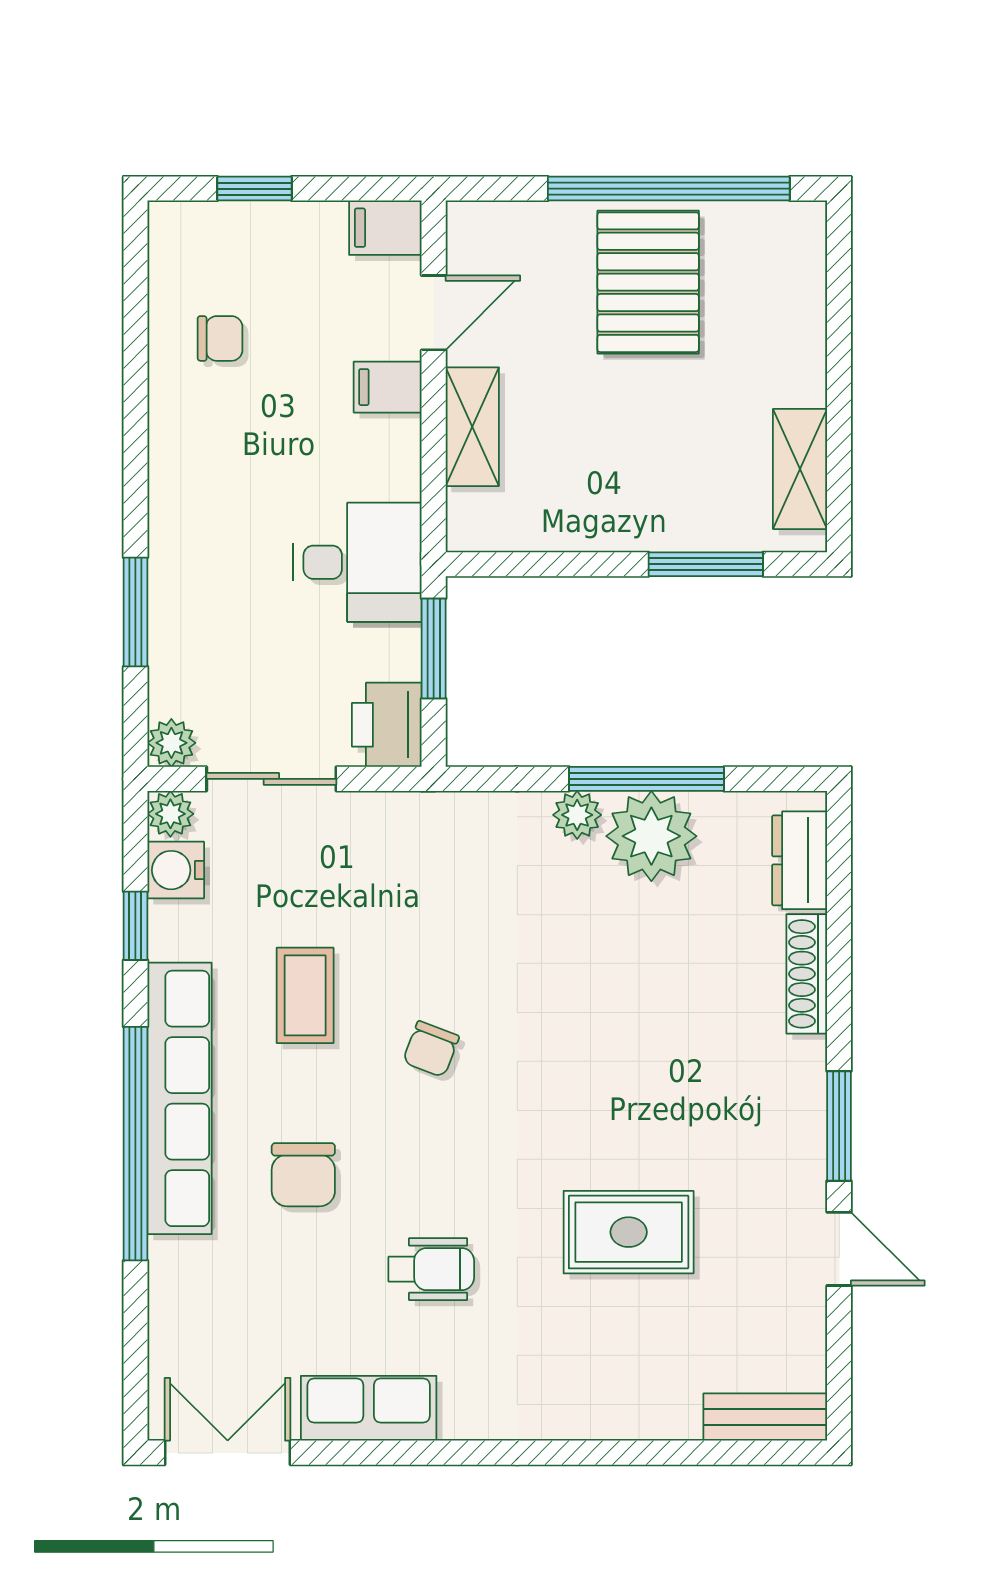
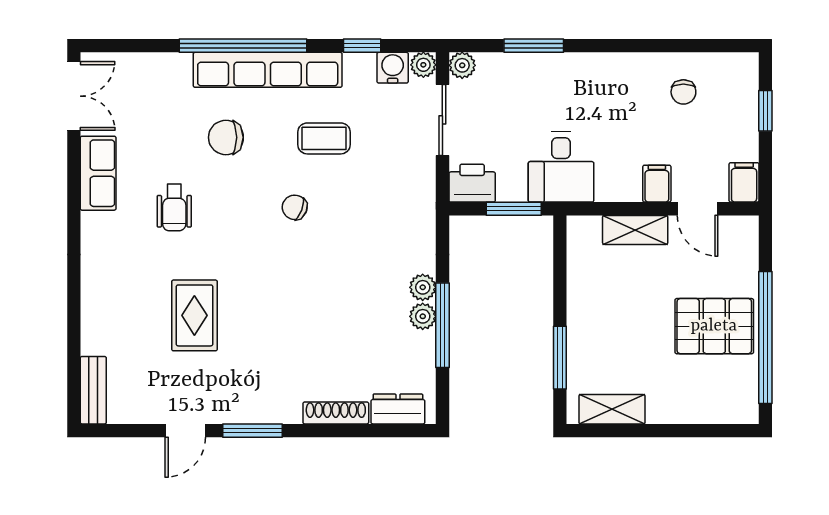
plant: (651, 836) -> (423, 316), width x0.53, depth x0.53

